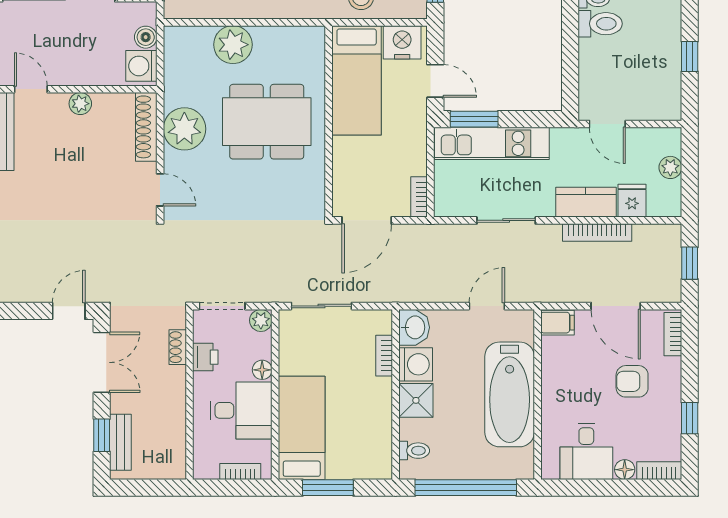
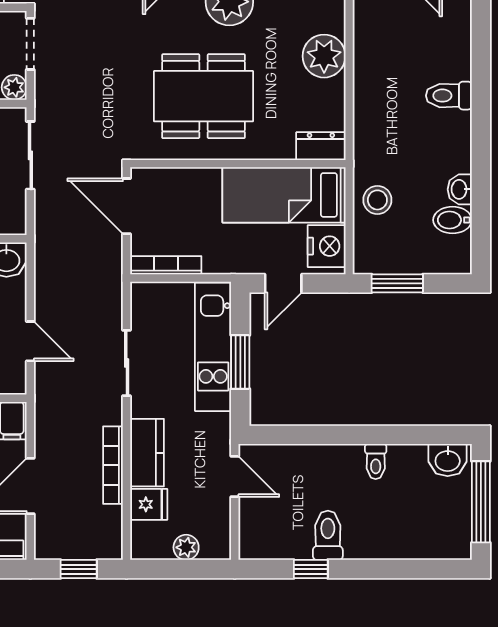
toilet: (600, 24) -> (328, 535), moved, turned 180
dresser: (313, 47) -> (321, 146), added
window: (474, 119) -> (240, 362), moved
dining table: (267, 122) -> (203, 96), moved, turned 90
door: (607, 124) -> (235, 477), swing flipped
bookcase: (419, 197) -> (166, 265), width x1.56

